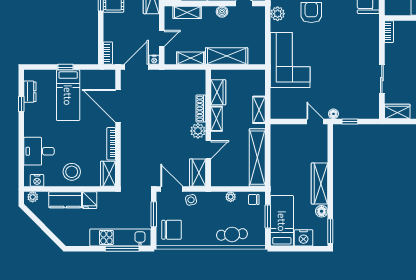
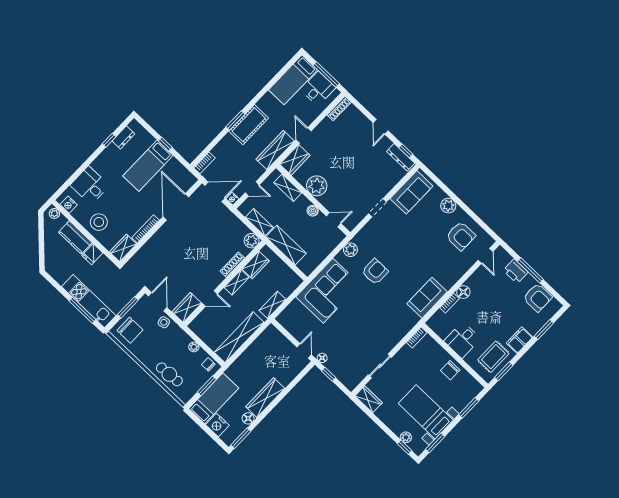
plant: (198, 131) -> (252, 241), moved

